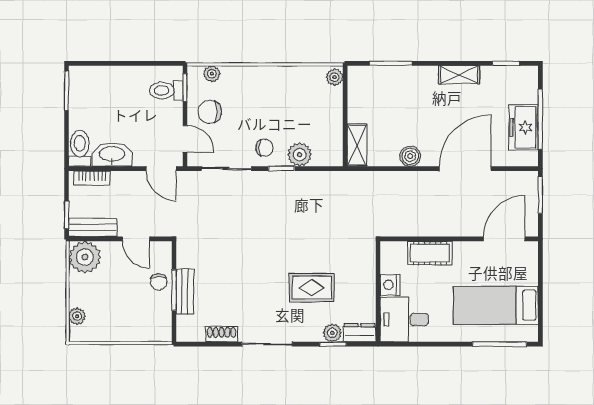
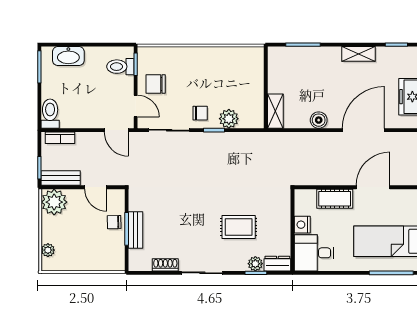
plant: (212, 74) -> (157, 53), removed
plant: (334, 77) -> (257, 56), removed
washbasin: (112, 155) -> (68, 56), moved, turned 180
door: (504, 239) -> (373, 187), moved
chair: (159, 282) -> (114, 222), turned 89

